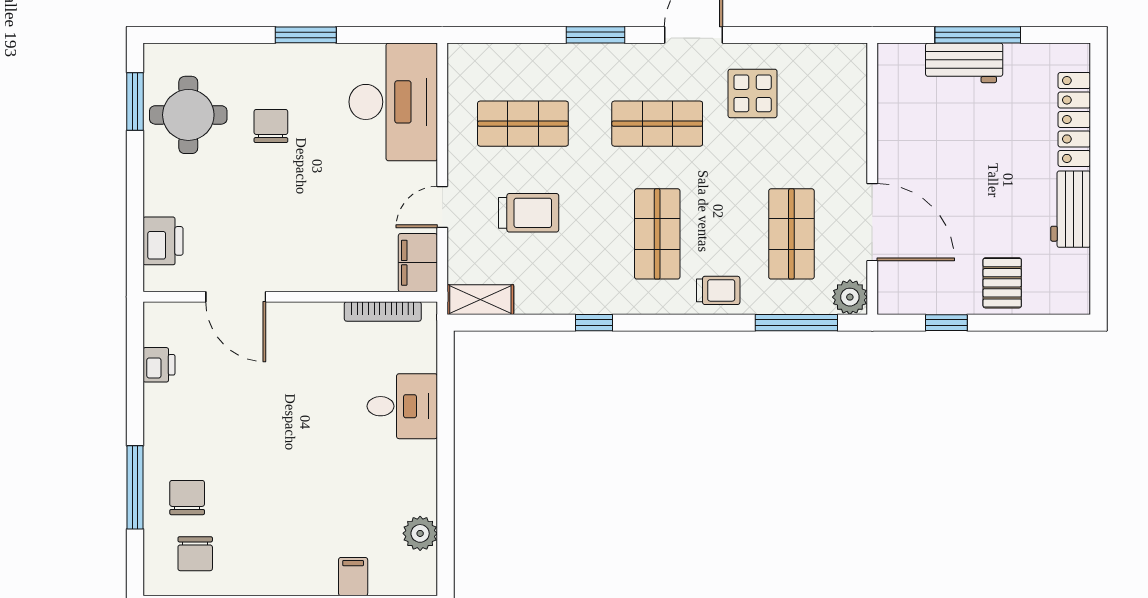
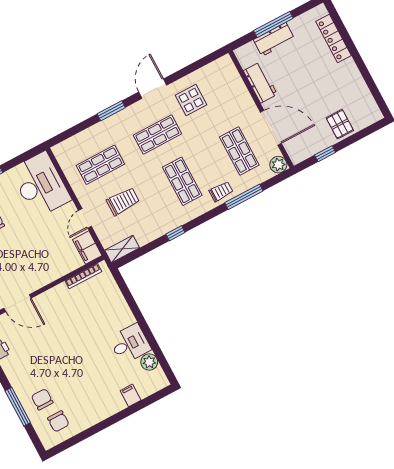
workbench: (1071, 209) -> (260, 83), moved, turned 180
window: (796, 323) -> (244, 197), moved
desk: (402, 406) -> (130, 344), moved

